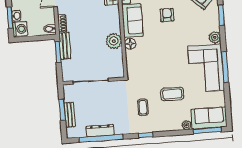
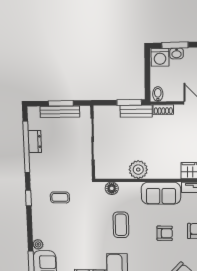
floor lamp: (130, 44) -> (112, 188), moved
coffee table: (172, 94) -> (121, 225), moved
bench: (70, 115) -> (60, 112), width x1.36
dresser: (100, 131) -> (35, 142), width x0.70

